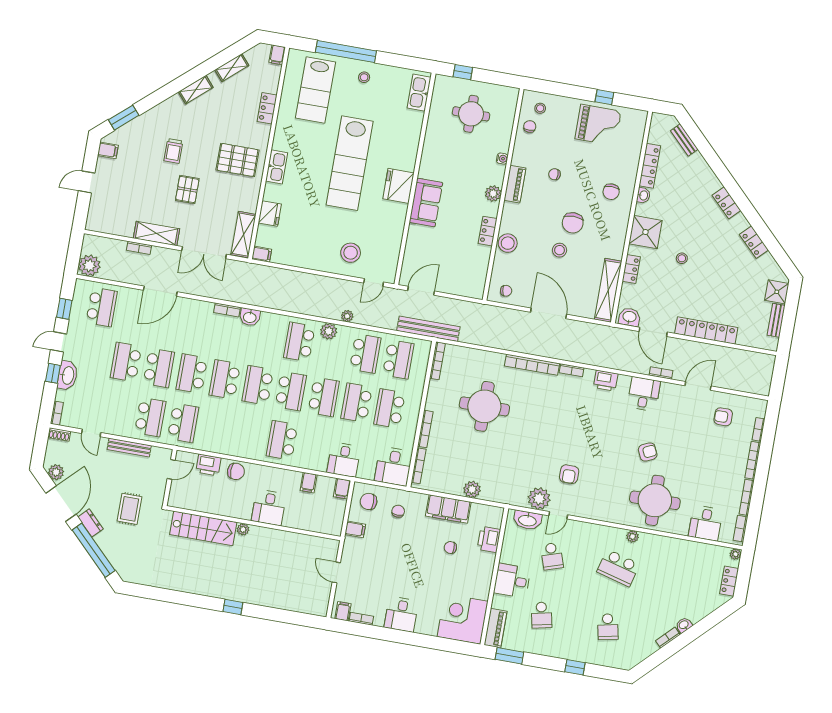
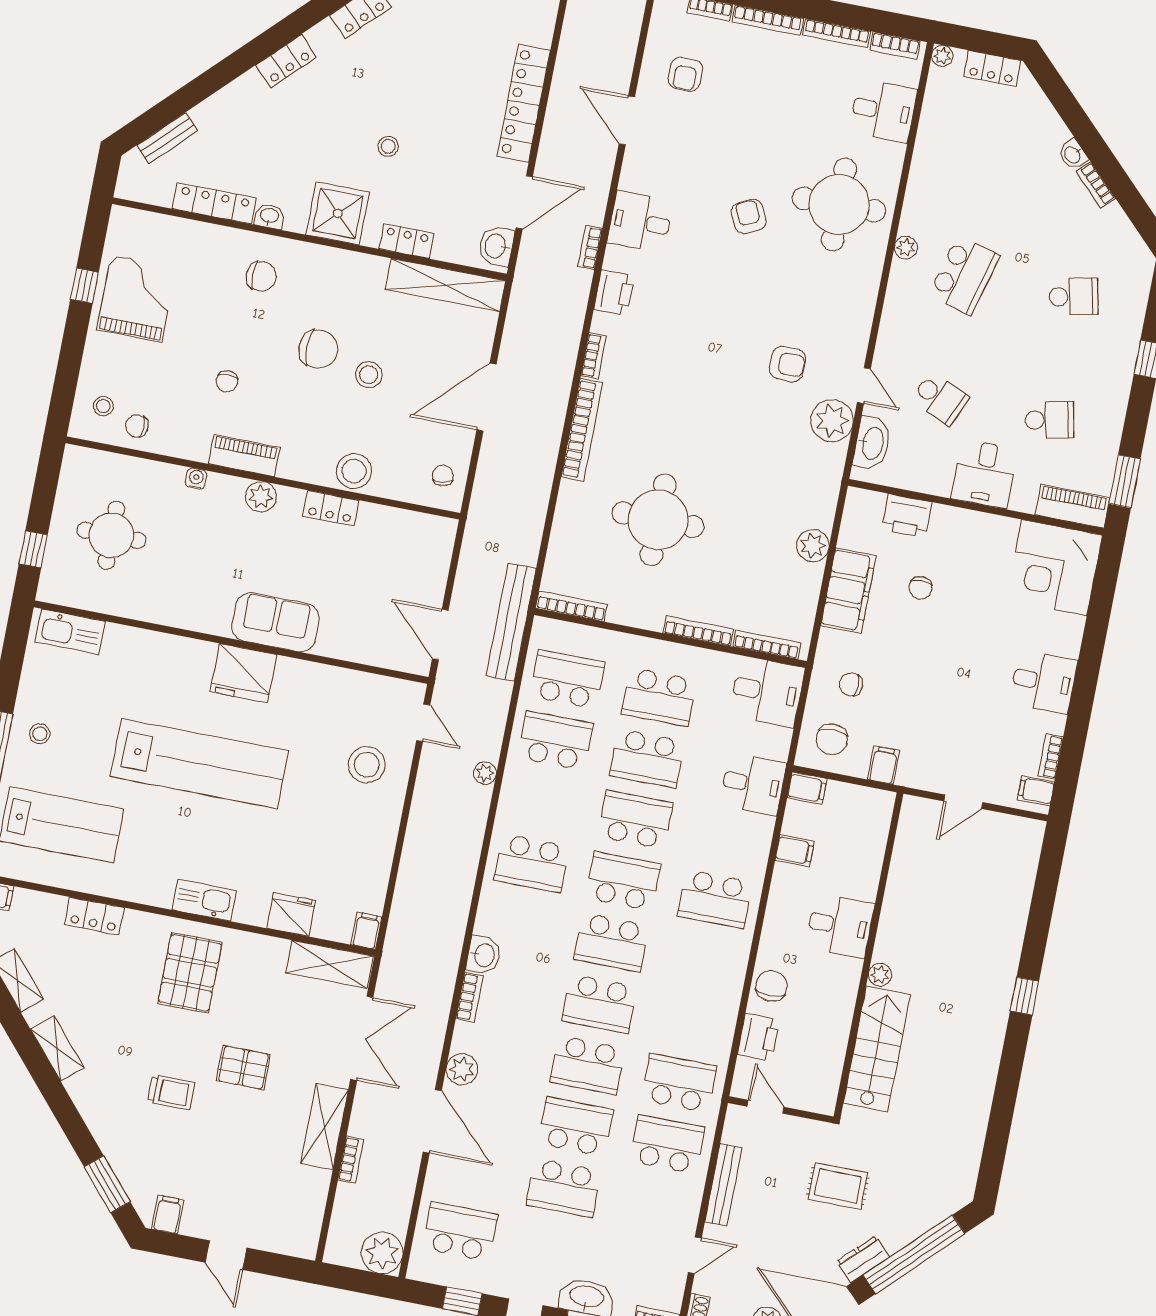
plant: (329, 331) -> (462, 1069), moved
bookcase: (661, 373) -> (590, 248), moved
school desk: (552, 556) -> (940, 399), turned 42

